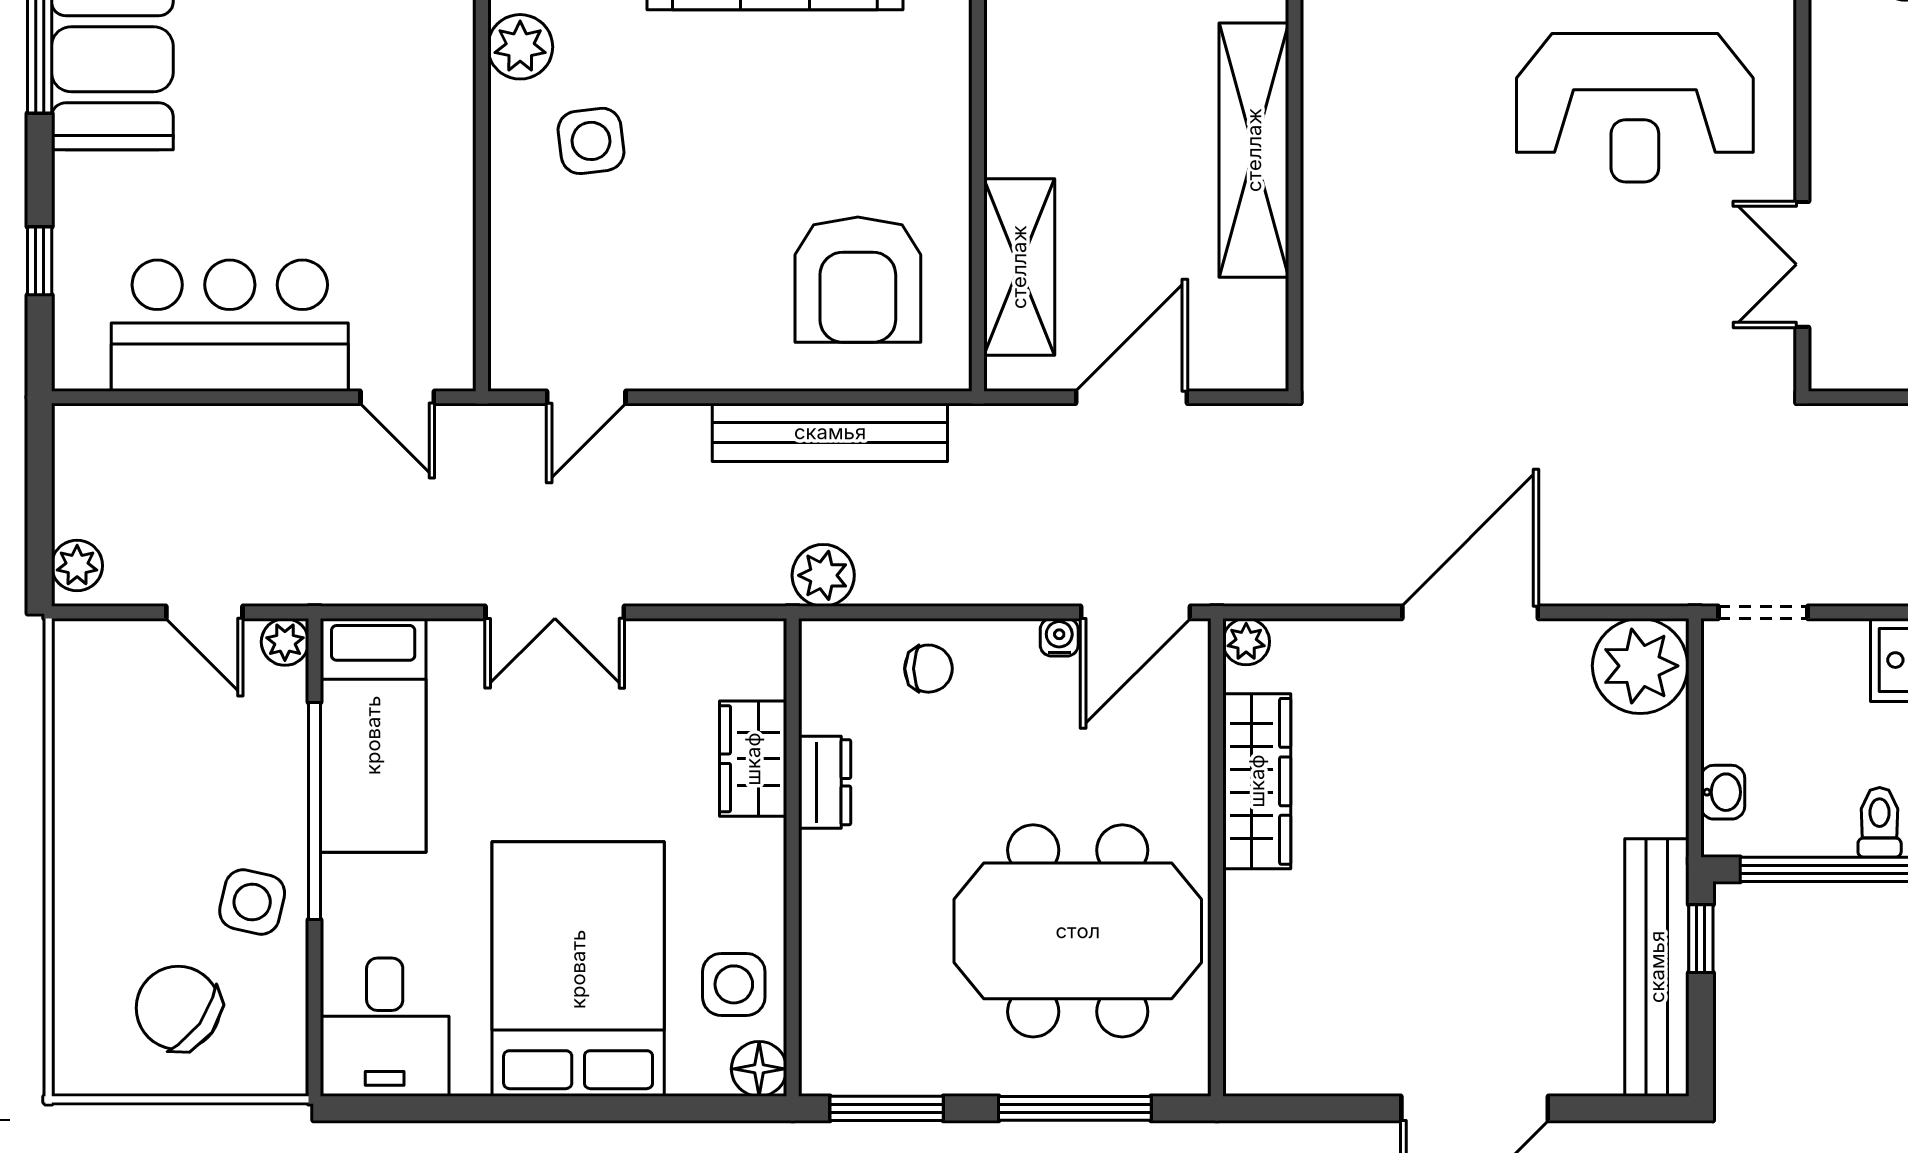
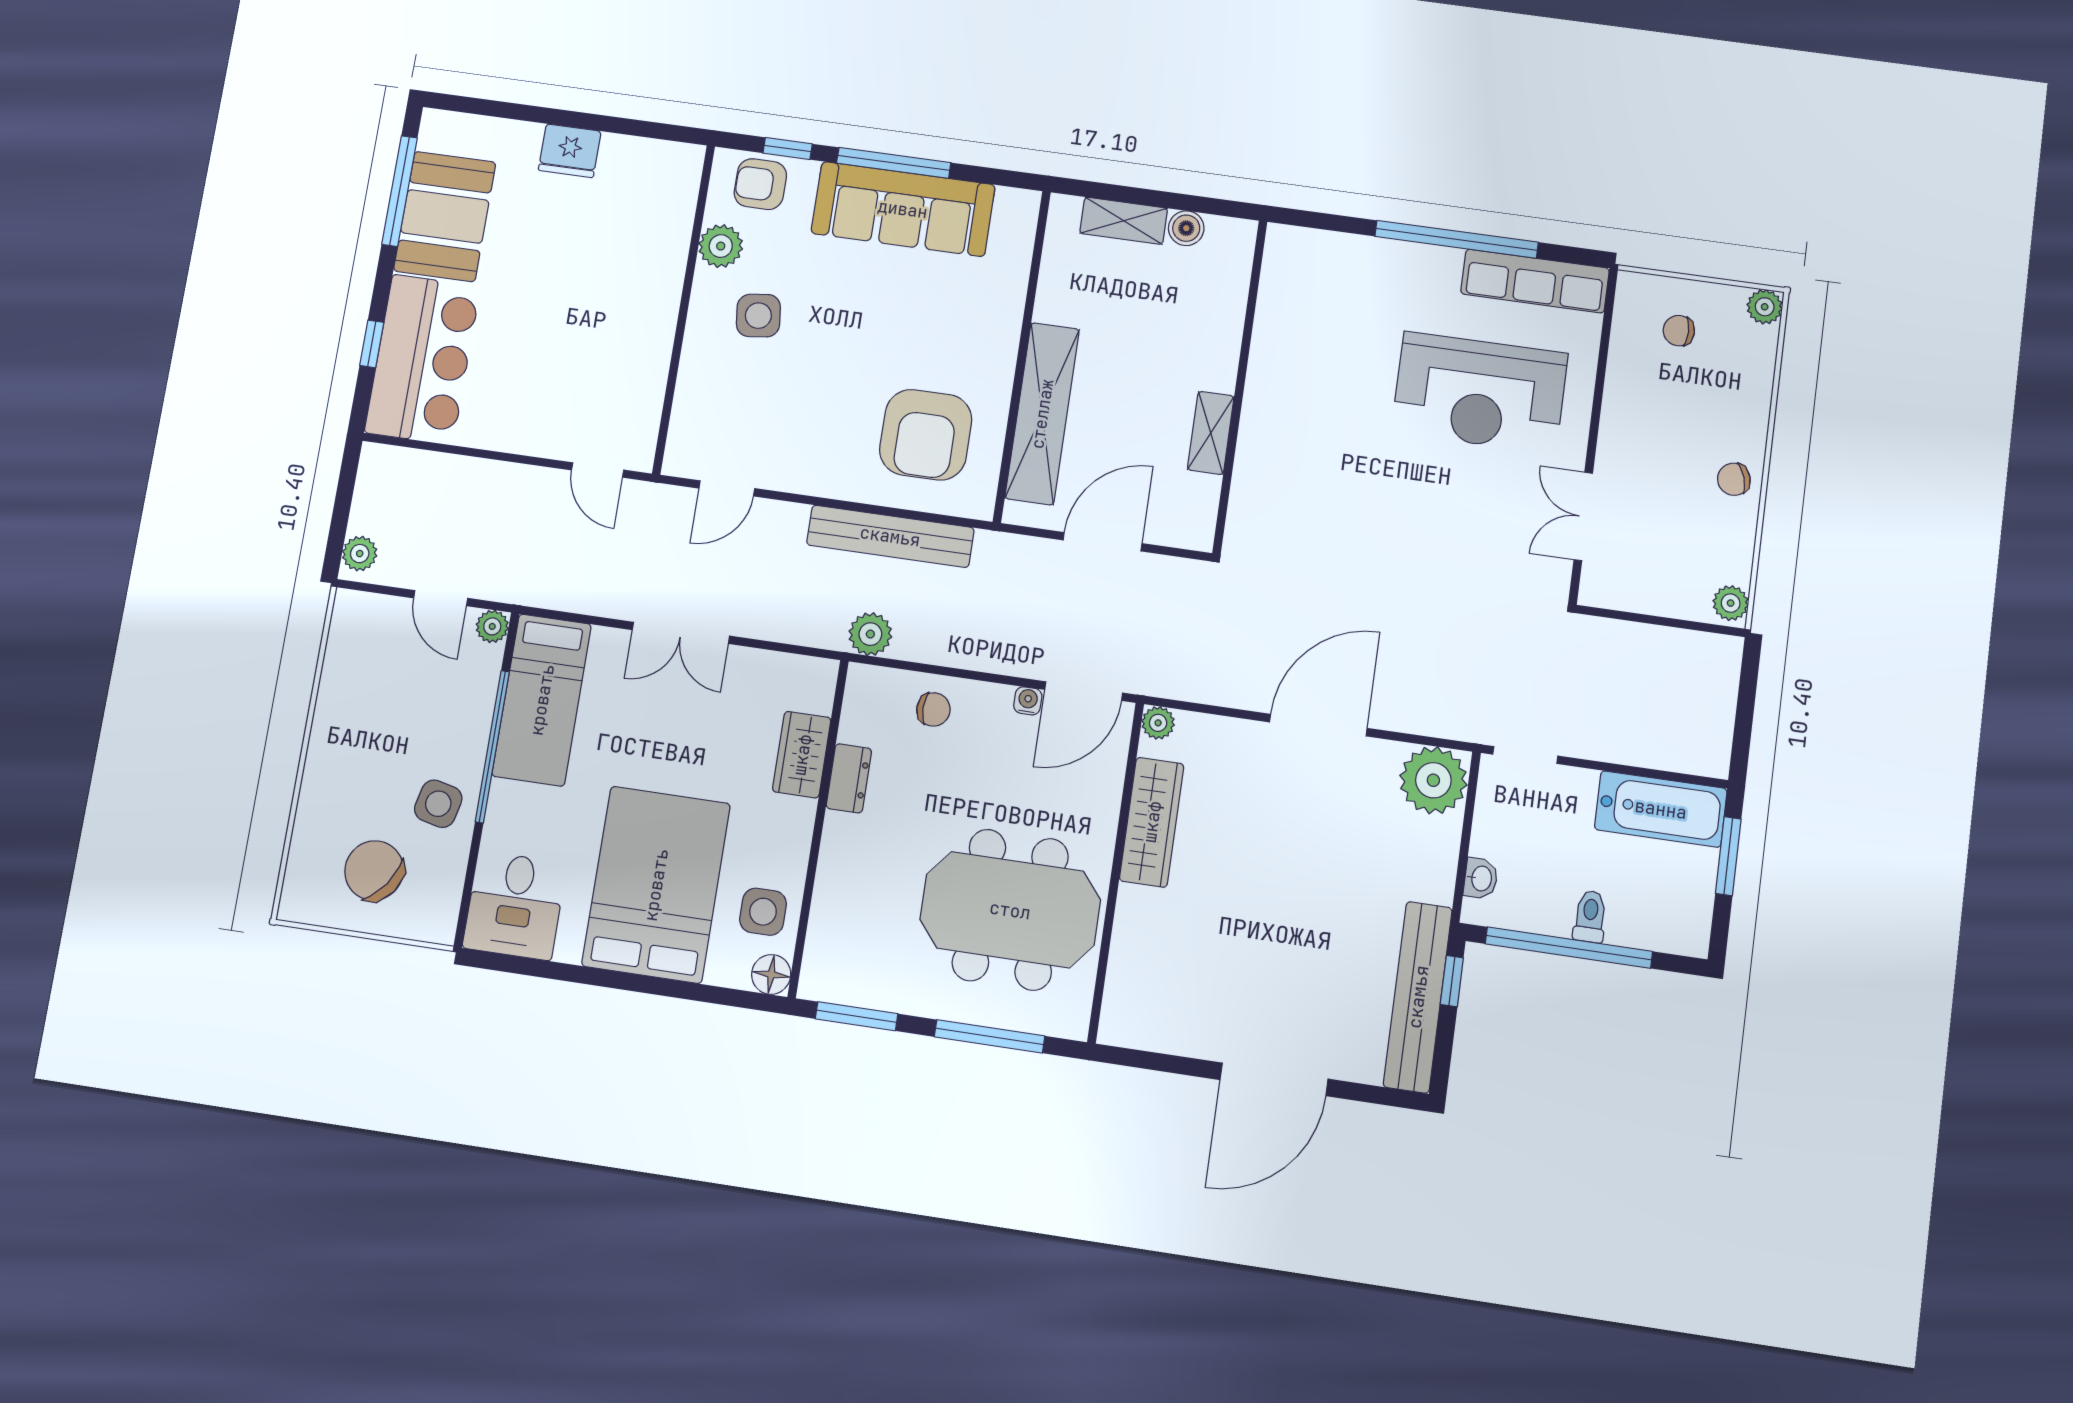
shelving: (1254, 150) -> (1211, 433), width x0.45, depth x0.75
shelving: (1019, 267) -> (1042, 414), width x1.47
bar counter: (230, 326) -> (423, 359), moved, turned 90

